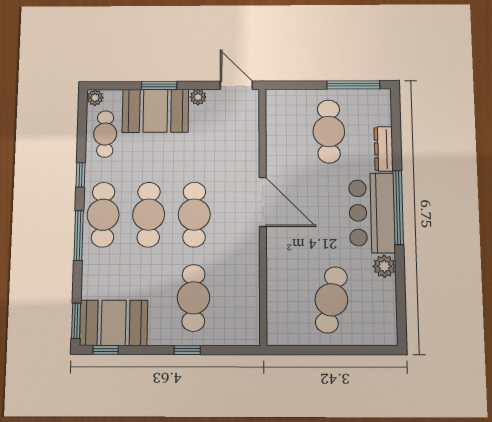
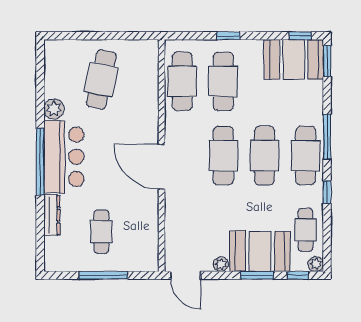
window: (353, 85) -> (103, 275), moved
window: (115, 86) -> (298, 275), added
cafe table: (329, 131) -> (101, 232), width x0.73, depth x0.74
cafe table: (240, 298) -> (182, 81), added

